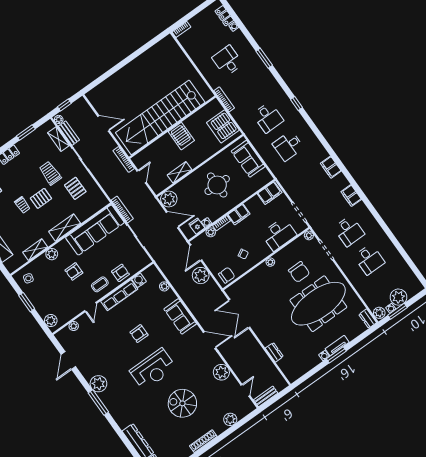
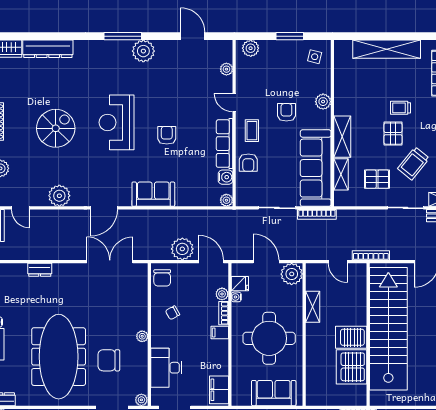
server rack: (223, 126) -> (352, 367), moved, turned -90
trolley: (50, 173) -> (414, 163), turned 129
round table: (217, 185) -> (269, 338), width x1.36, depth x1.36
filing cabinet: (239, 214) -> (220, 333), width x0.50
door: (172, 220) -> (266, 262), swing flipped
shelving: (35, 250) -> (341, 174), moved
plant: (164, 286) -> (226, 200), moved

